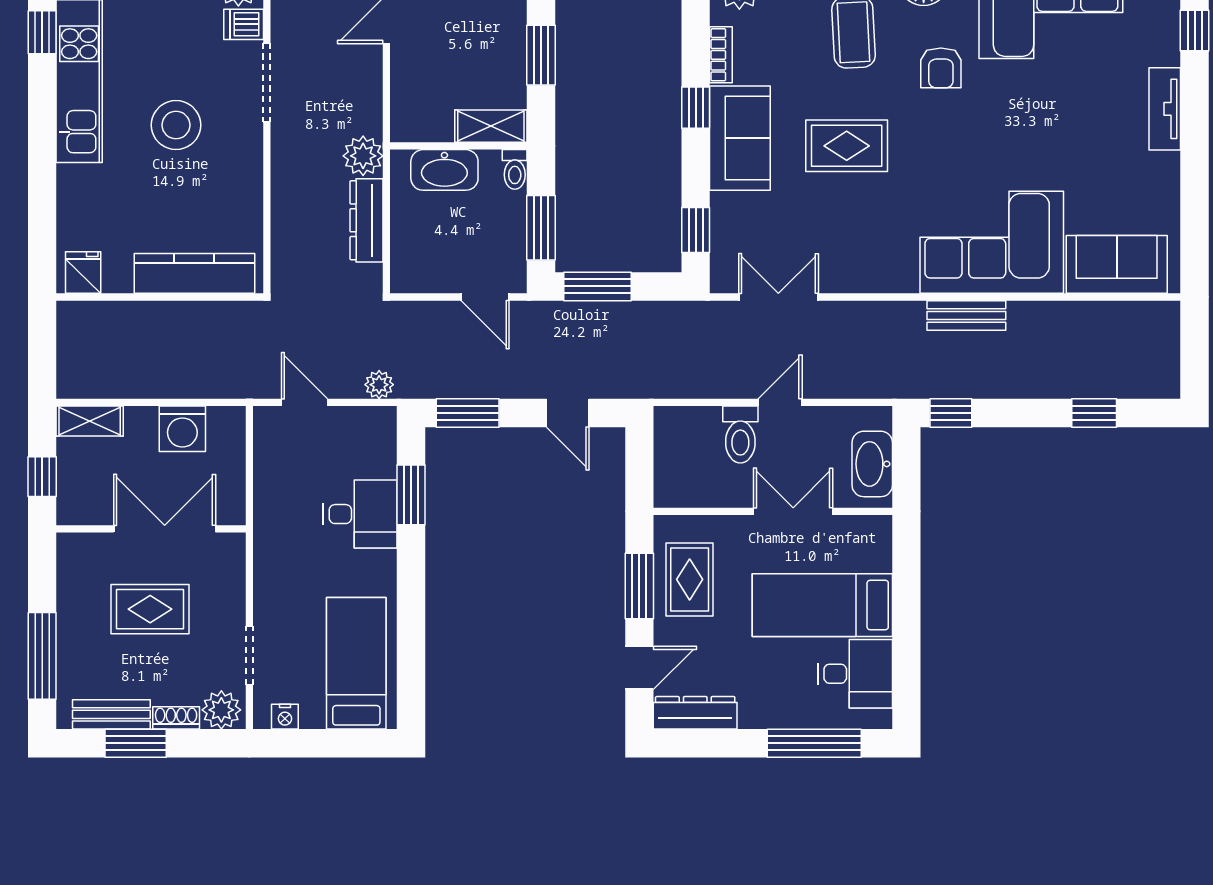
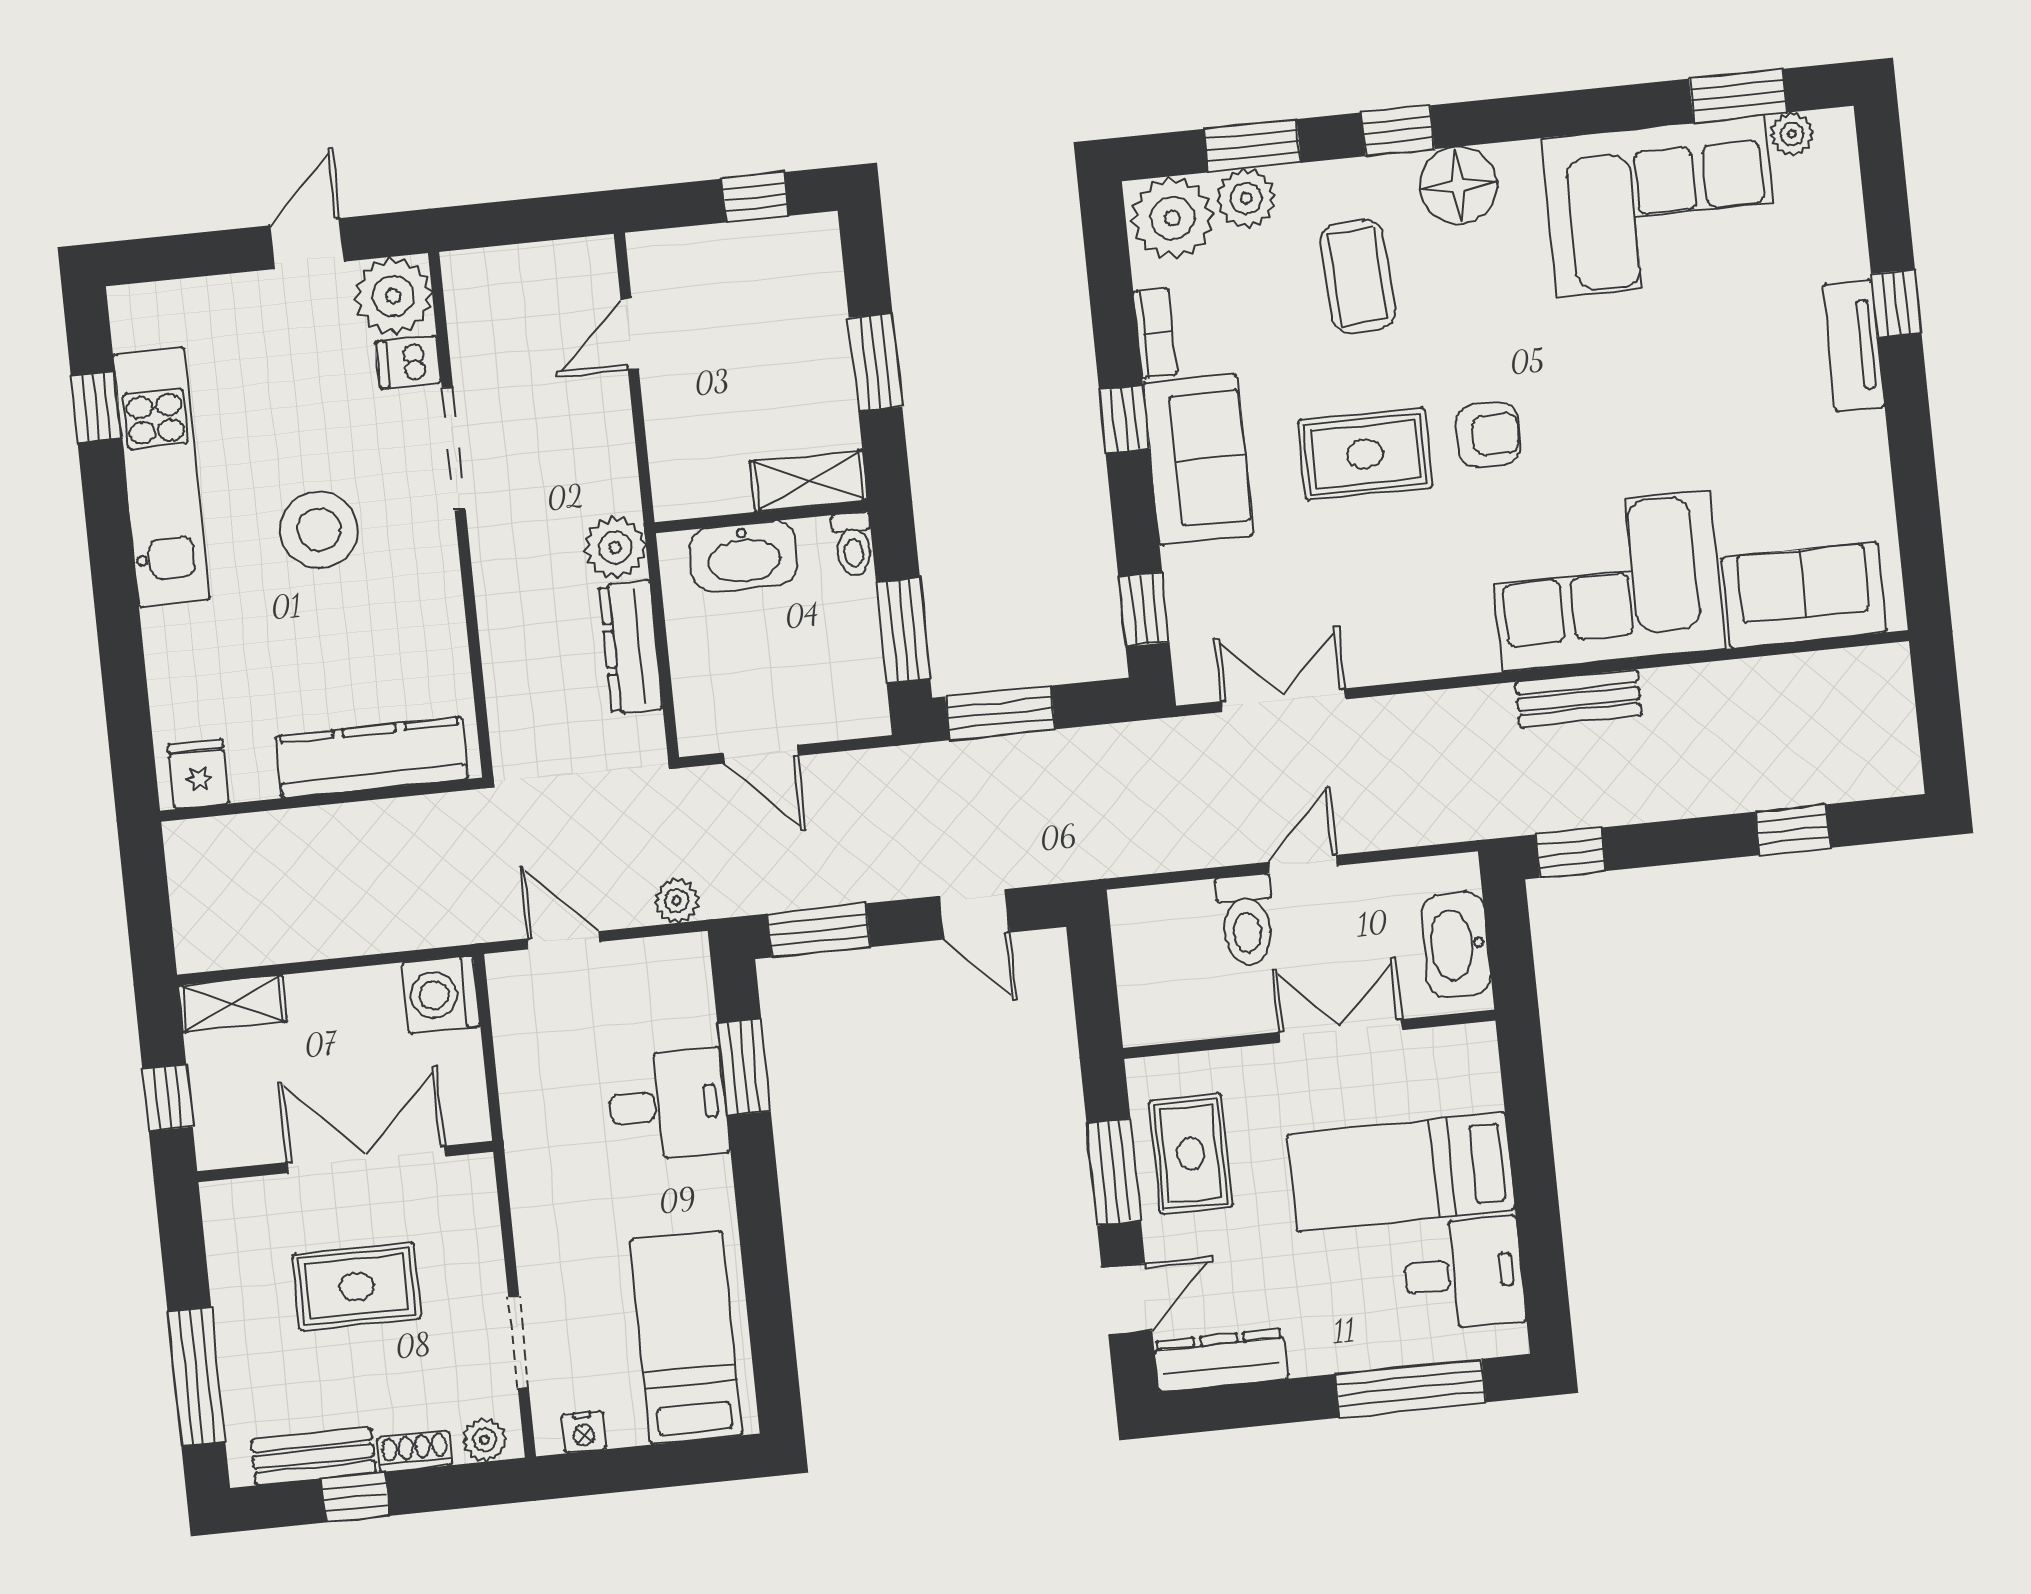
window: (1195, 30) -> (1896, 304), moved
armchair: (941, 68) -> (1488, 435), moved, turned -90
door: (485, 297) -> (760, 754), moved
washing machine: (182, 429) -> (441, 994), moved, turned 90
plant: (221, 710) -> (484, 1440), width x0.73, depth x0.73
window: (136, 743) -> (356, 1497), width x0.67

